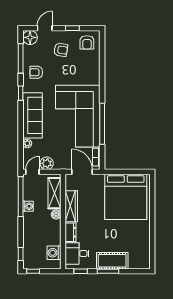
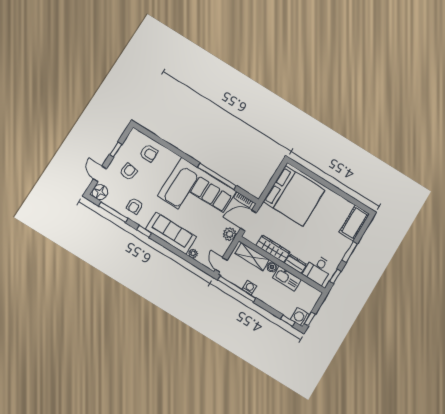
armchair: (87, 42) -> (149, 153), moved
plant: (47, 163) -> (230, 234), moved
kitchen sink: (54, 233) -> (287, 279), added
washing machine: (54, 253) -> (300, 317), moved, turned 90
cot: (112, 261) -> (354, 223), moved

